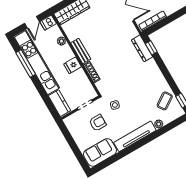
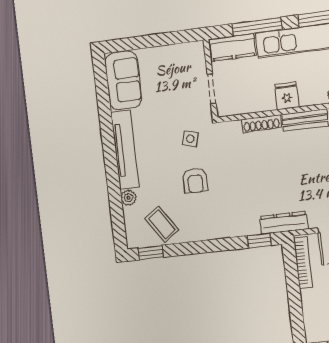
dresser: (142, 48) -> (284, 223), moved
window: (44, 95) -> (257, 27), added
armchair: (98, 123) -> (195, 180), moved

